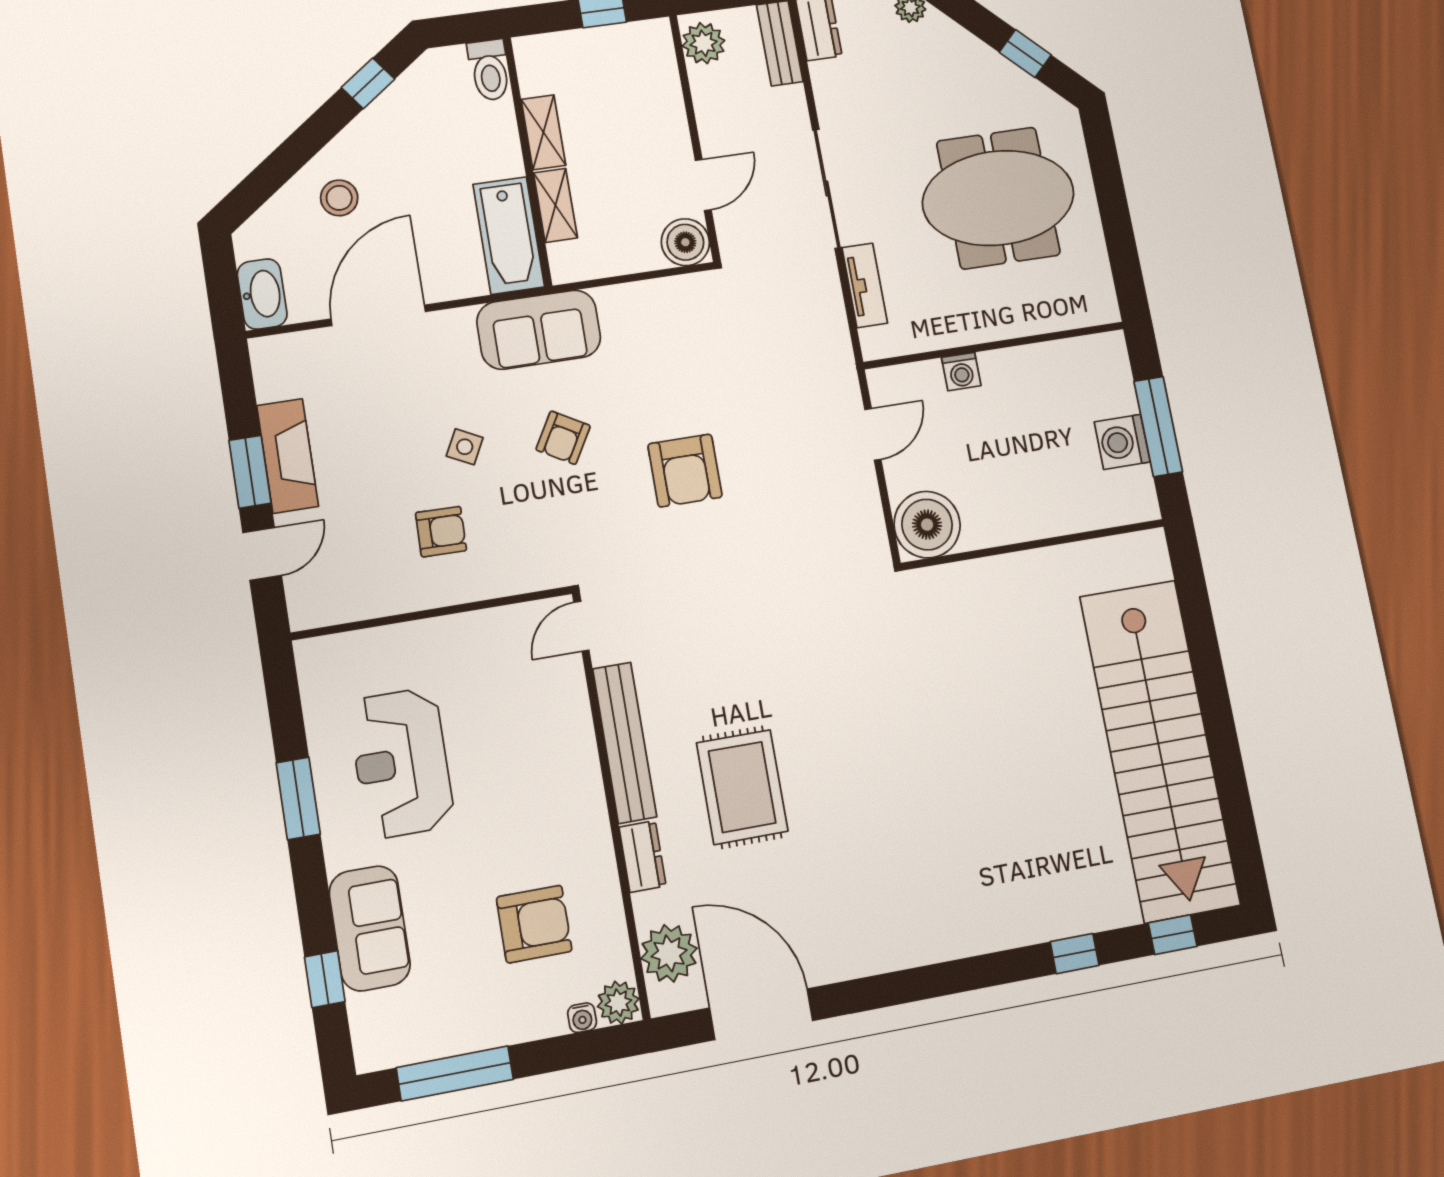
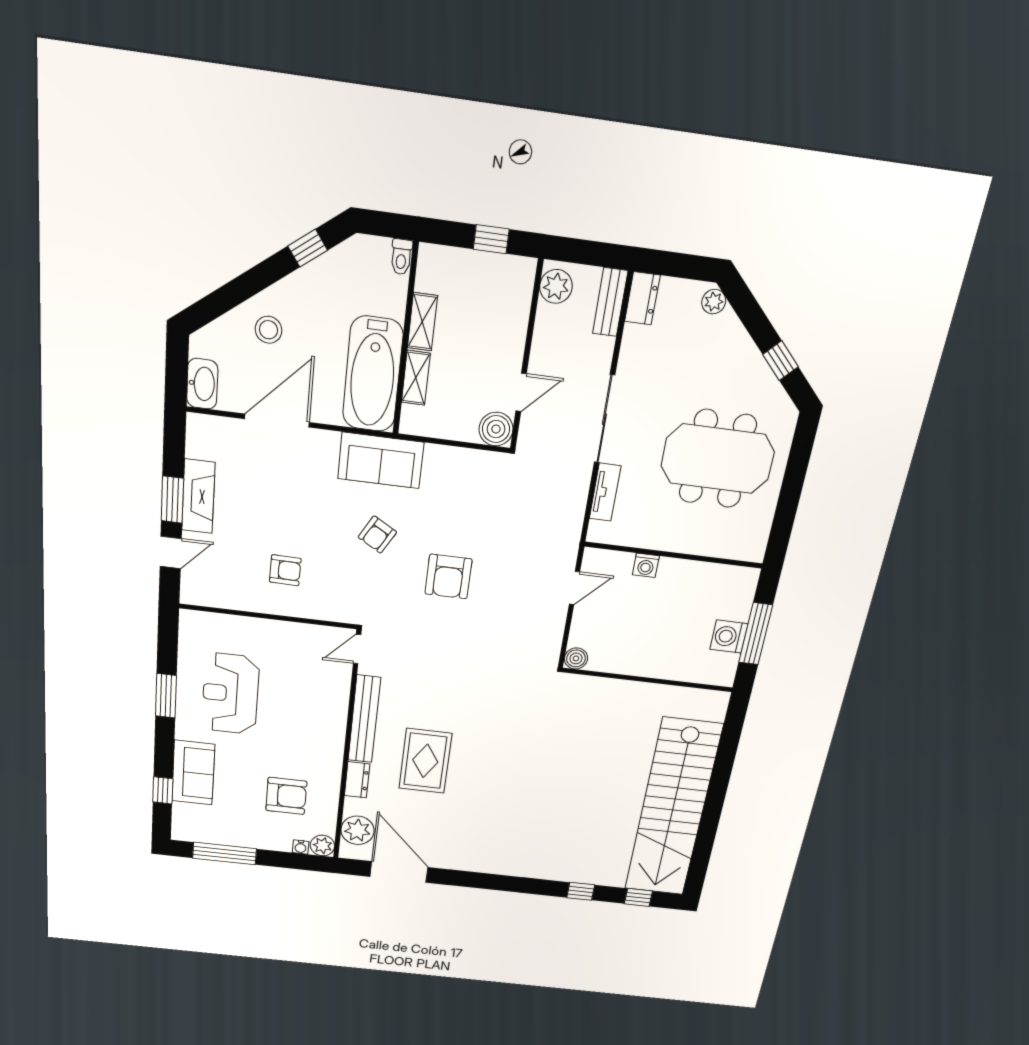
toilet: (489, 70) -> (401, 257), width x0.73, depth x0.72
bathtub: (509, 235) -> (373, 374), width x1.36, depth x1.36
side table: (465, 447) -> (313, 523), removed
boiler: (927, 525) -> (576, 658), width x0.54, depth x0.54

